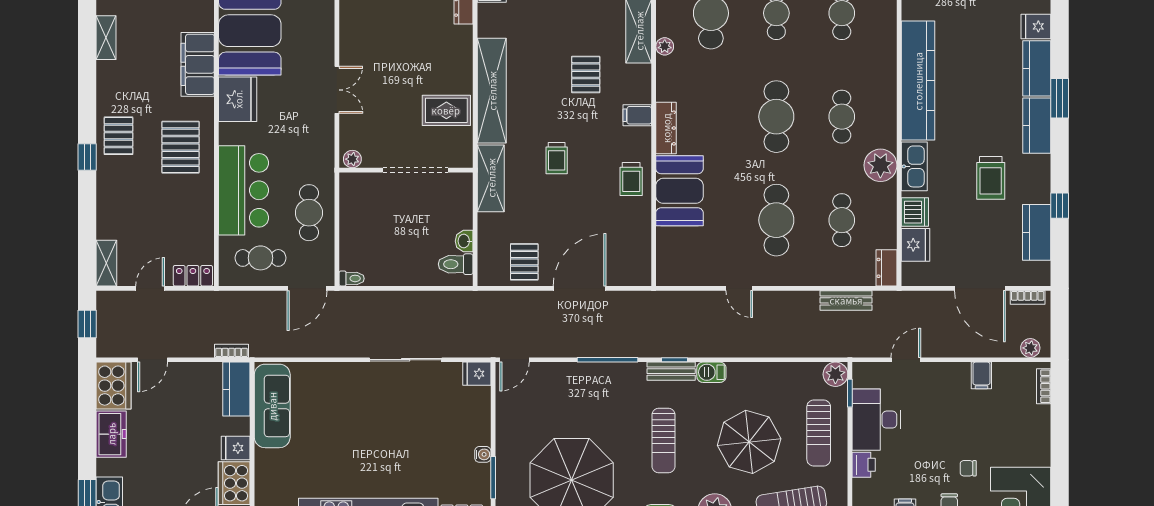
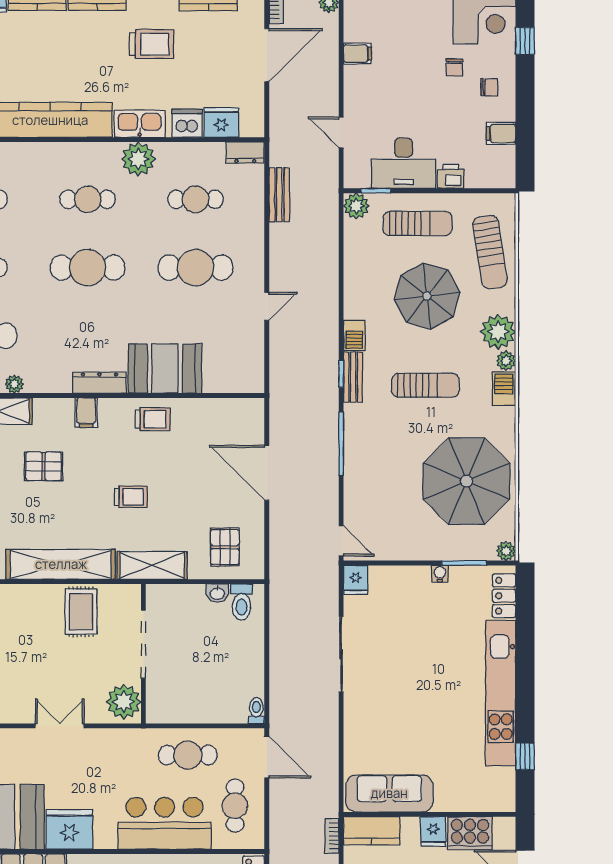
plant: (352, 159) -> (124, 702), width x1.88, depth x1.88
pallet: (524, 262) -> (225, 547), moved, turned 90

